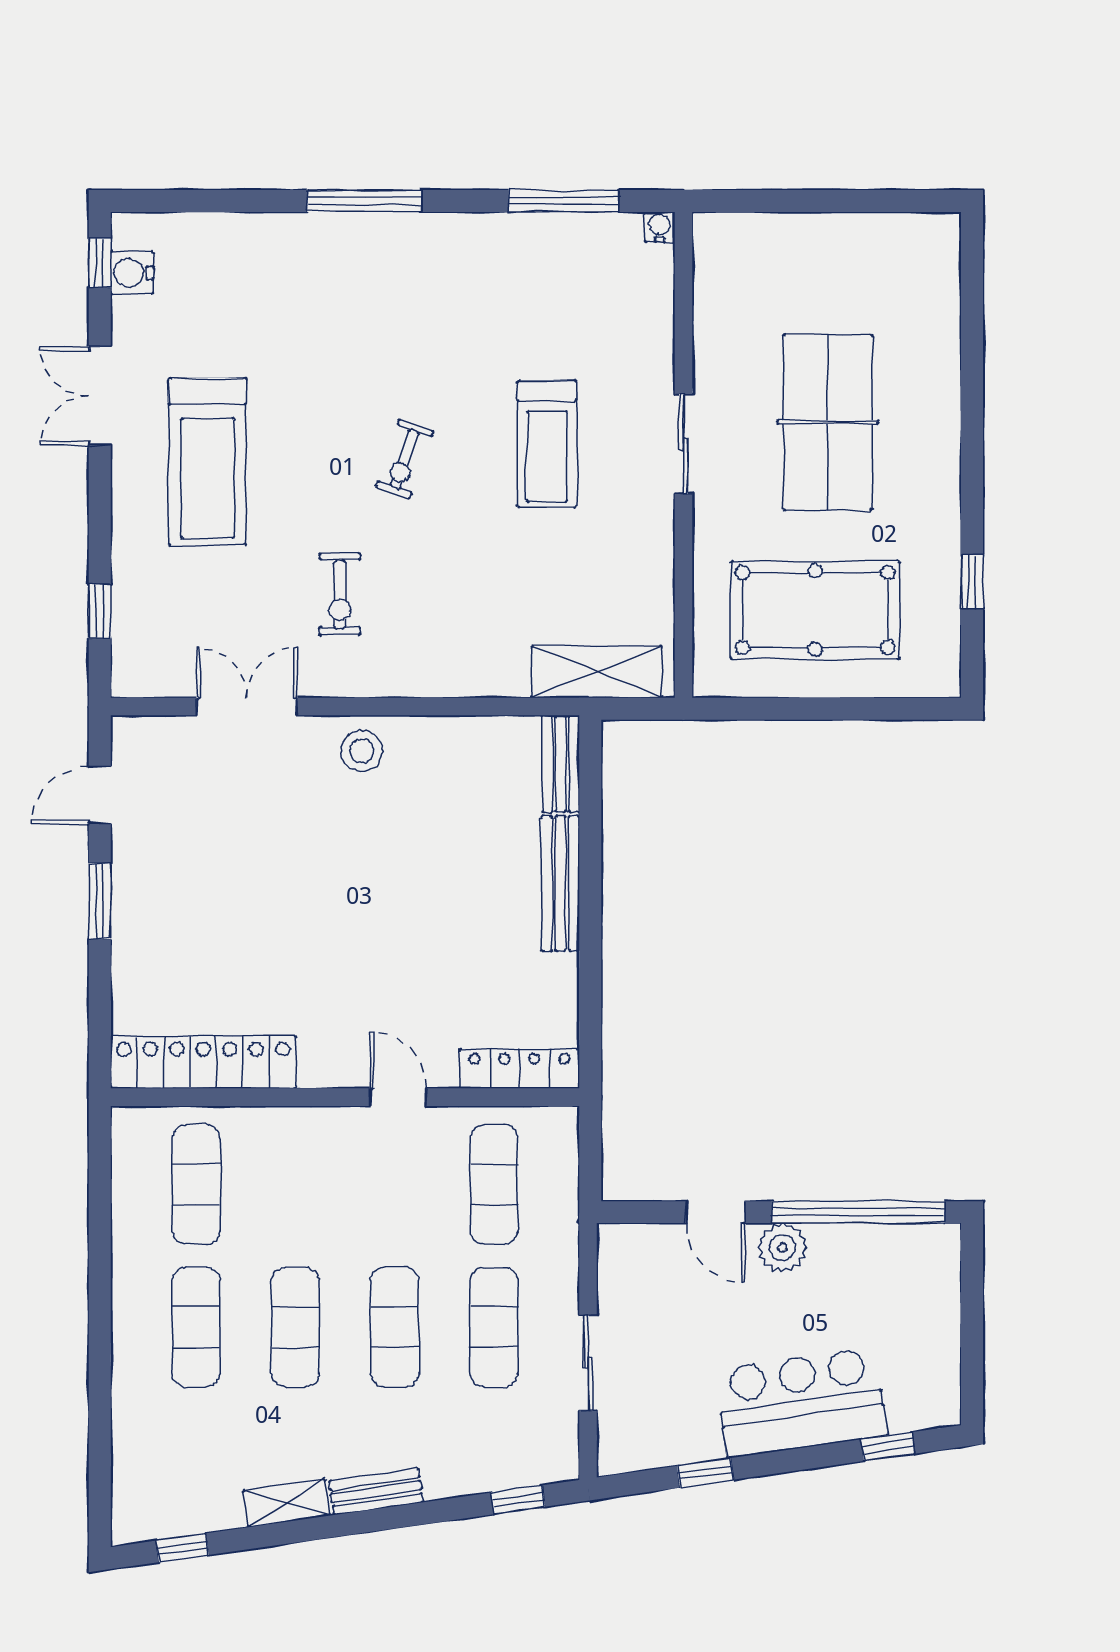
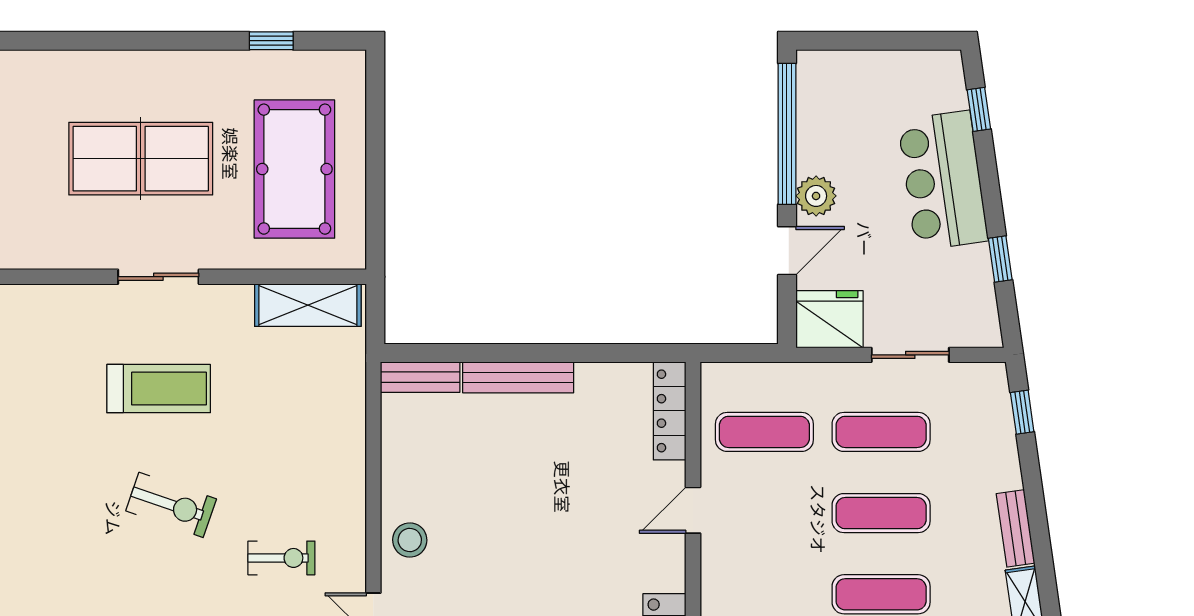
exercise bike: (405, 459) -> (171, 505), width x1.38, depth x1.39
shelving: (597, 672) -> (308, 305), moved, turned 90
fridge: (632, 1264) -> (830, 319), added

